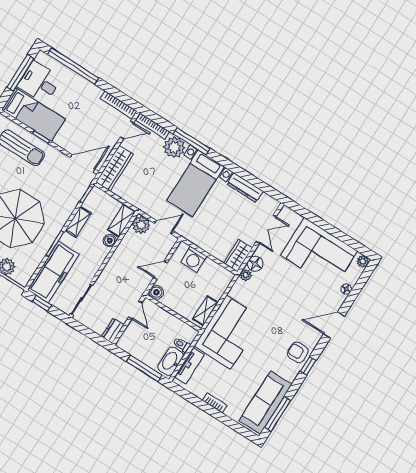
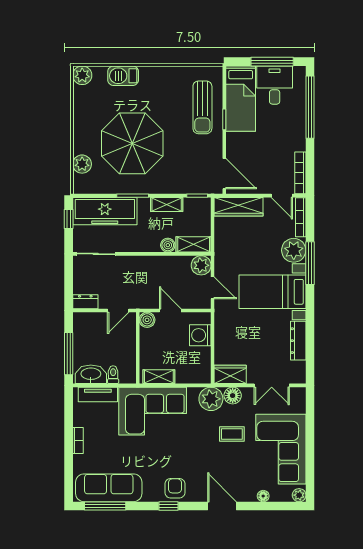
plant: (246, 275) -> (211, 399), width x1.87, depth x1.87
coffee table: (284, 283) -> (232, 434), added

